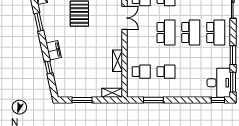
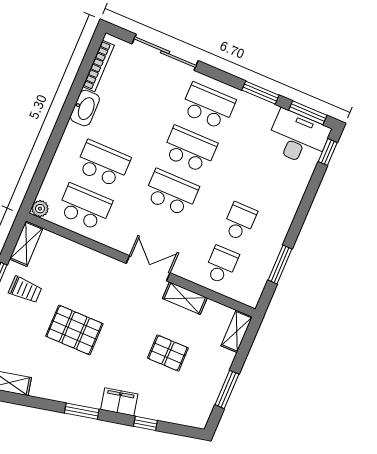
double door: (125, 18) -> (148, 268), moved
window: (39, 22) -> (82, 411), moved
pallet: (87, 64) -> (168, 353), added

